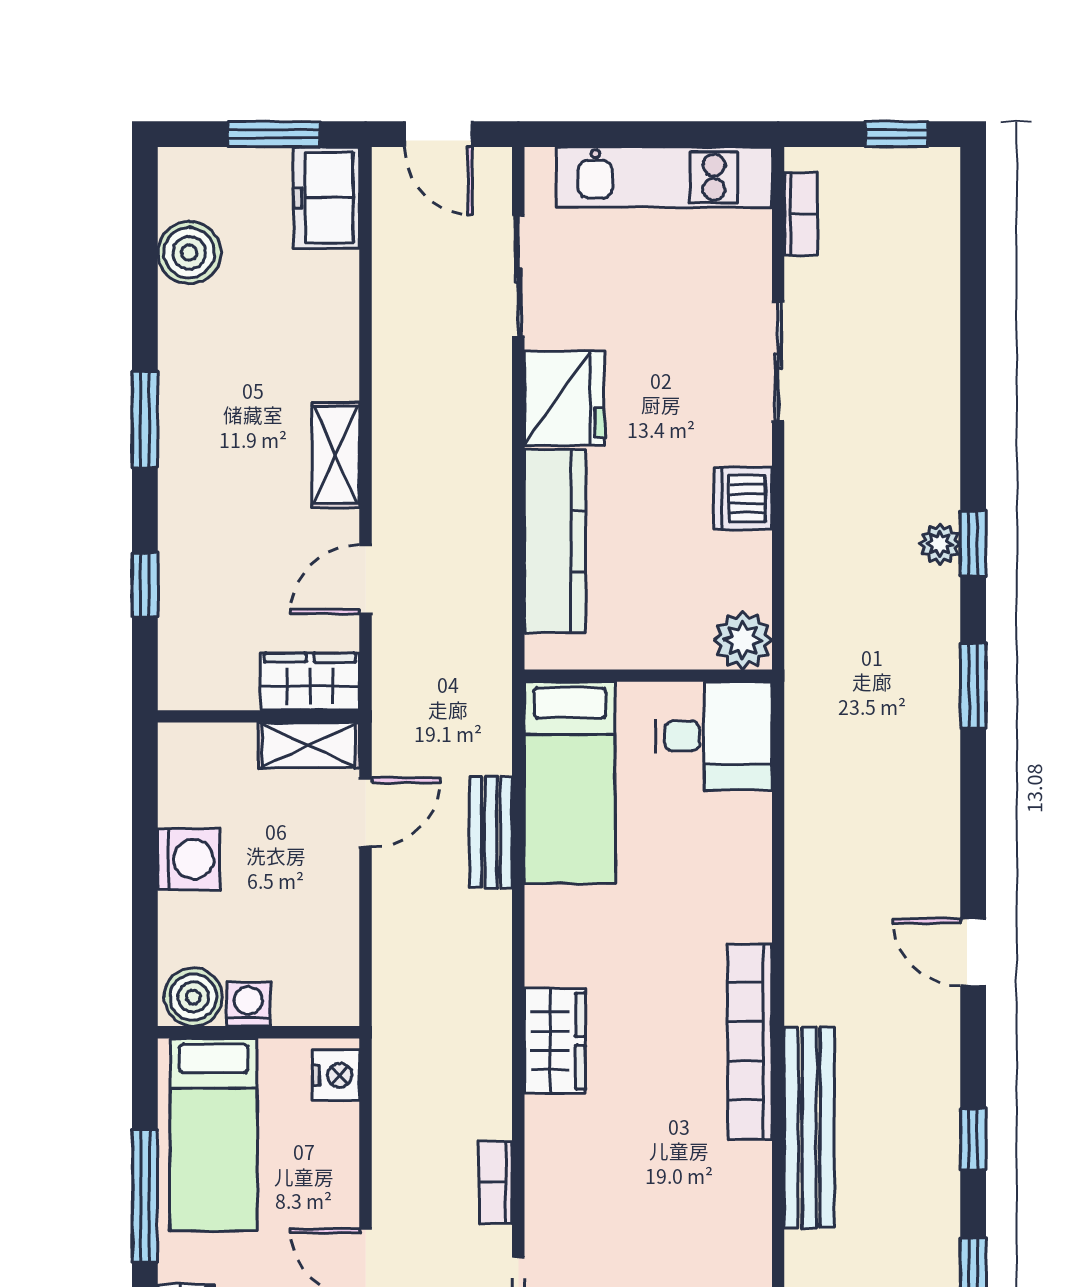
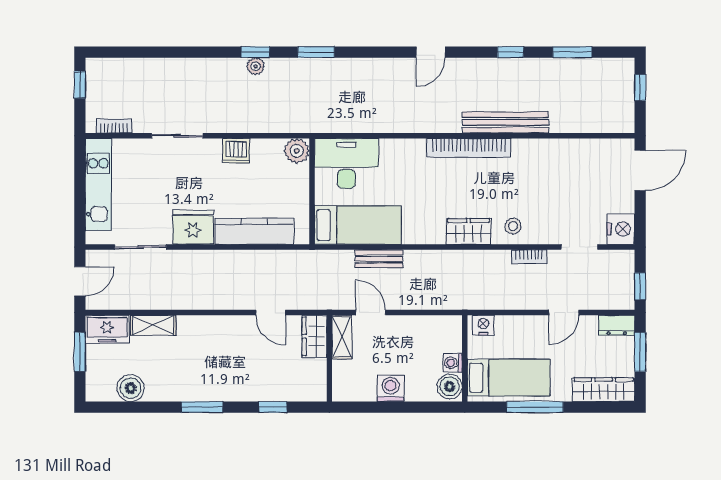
shelving: (336, 455) -> (153, 325), moved
desk: (714, 736) -> (346, 163), width x1.37
stool: (567, 1145) -> (513, 226), added

